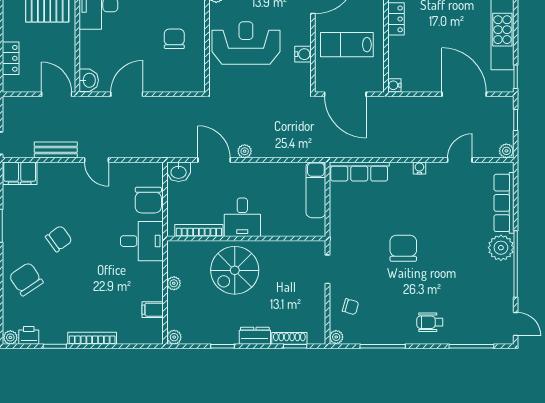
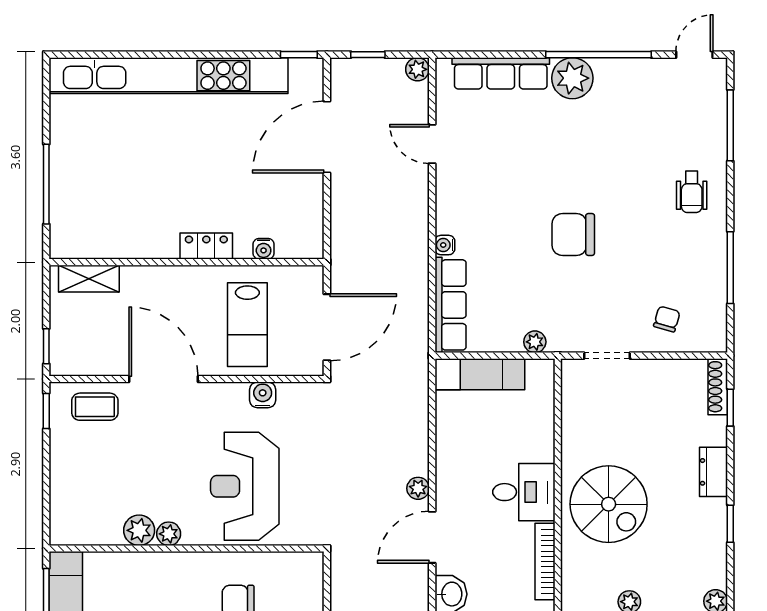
water cooler: (394, 85) -> (264, 249), moved
water cooler: (419, 168) -> (445, 245), moved
plant: (336, 337) -> (535, 342), moved
shoe rack: (289, 338) -> (718, 387), moved

